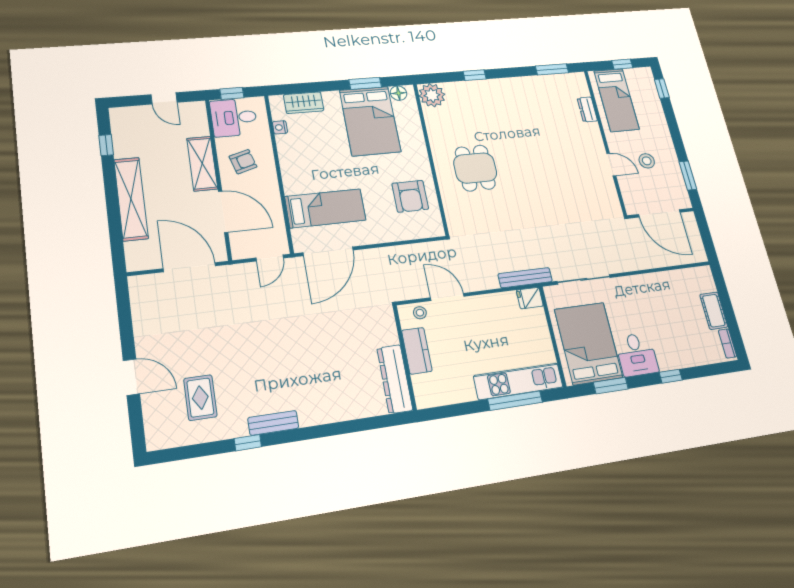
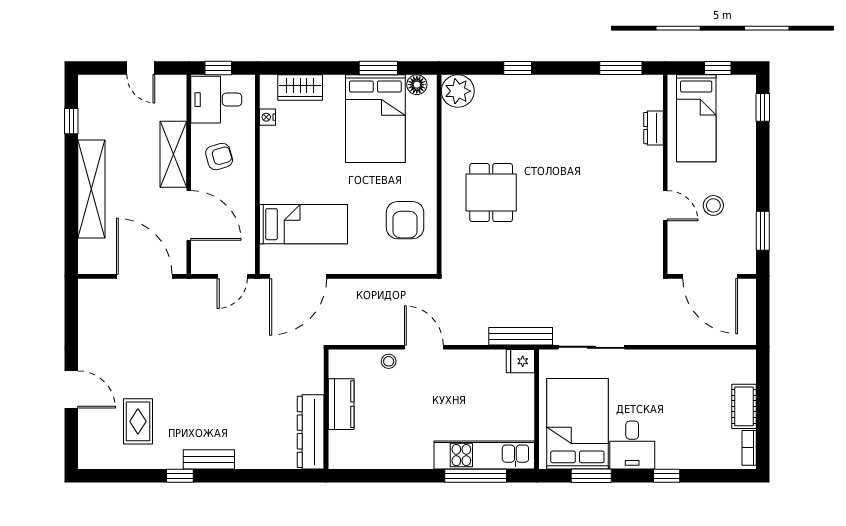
kitchen counter: (417, 351) -> (341, 404), moved
wall: (405, 357) -> (326, 409), moved
dresser: (395, 379) -> (311, 432), moved

